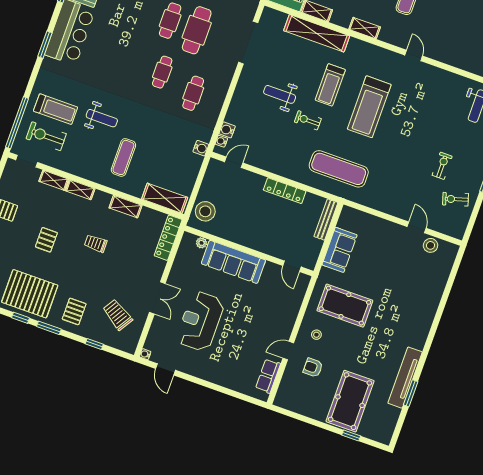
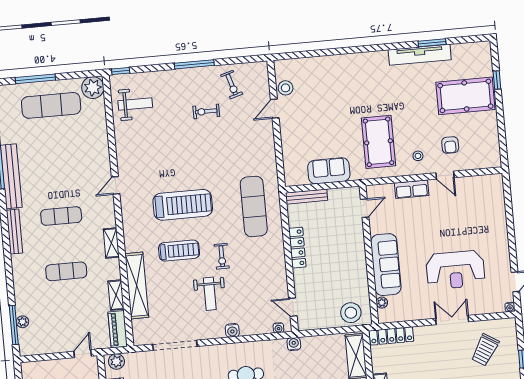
water cooler: (227, 130) -> (232, 330), moved
row of seats: (268, 376) -> (412, 189), moved

